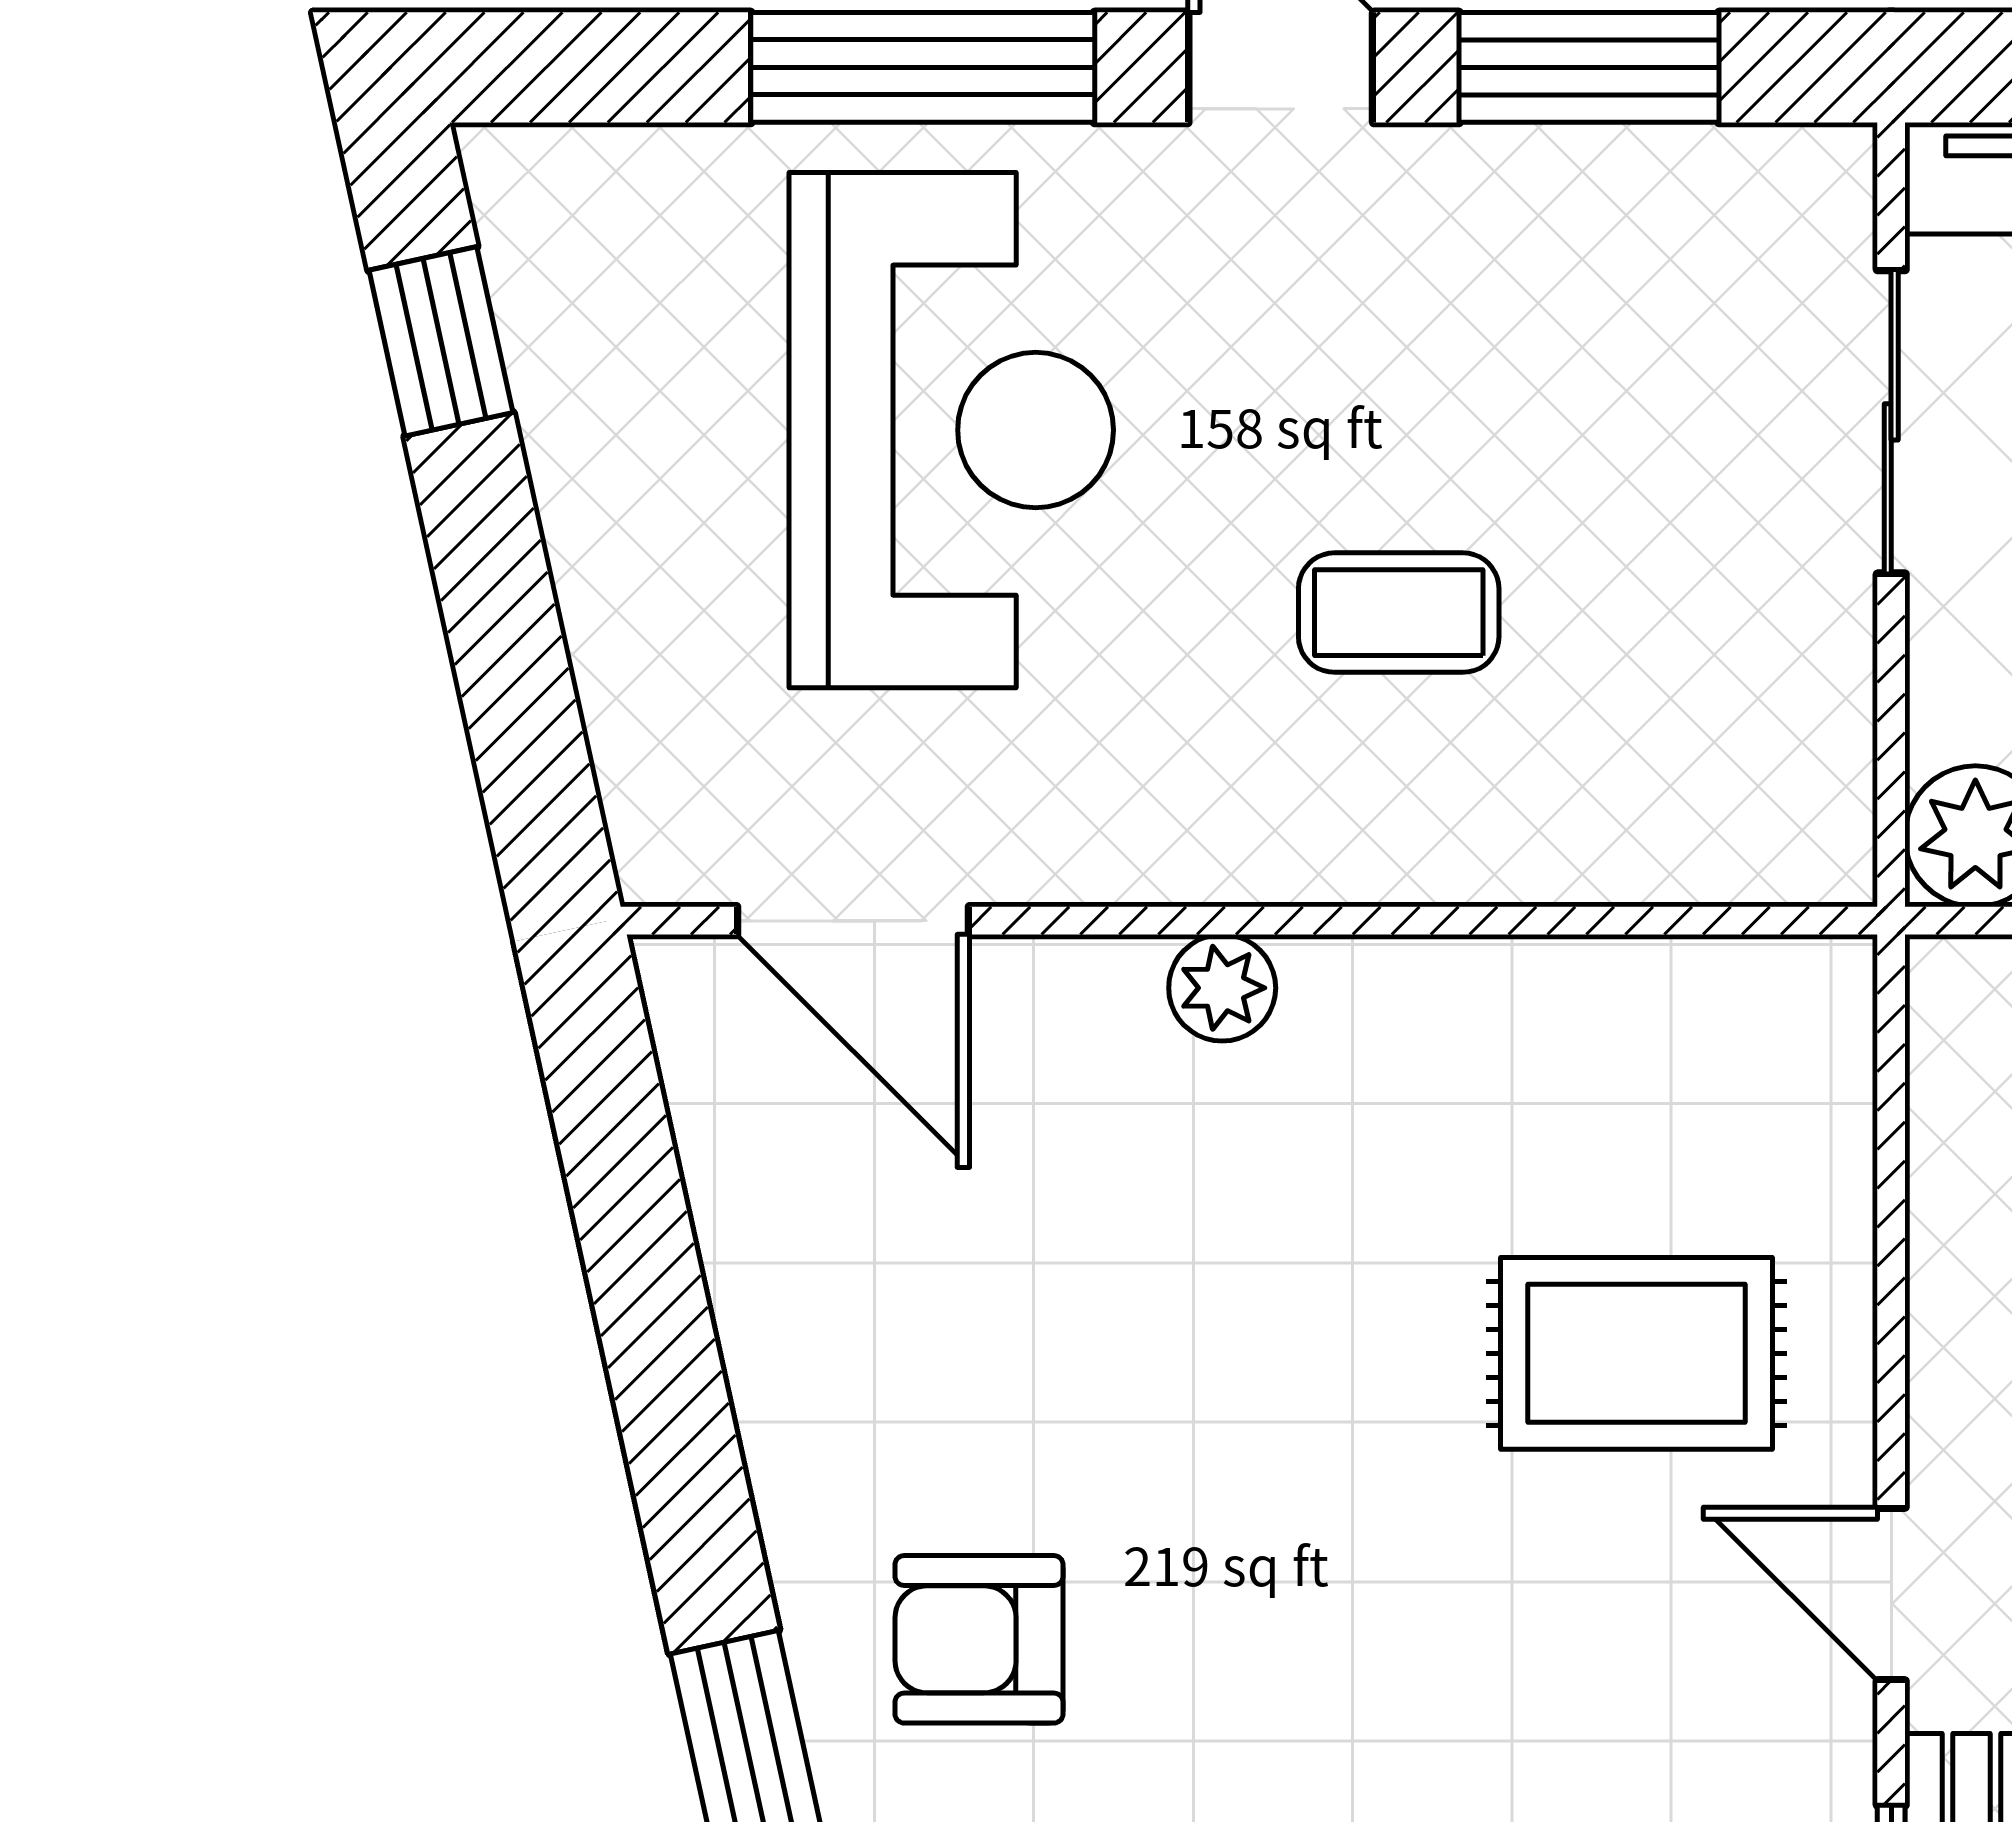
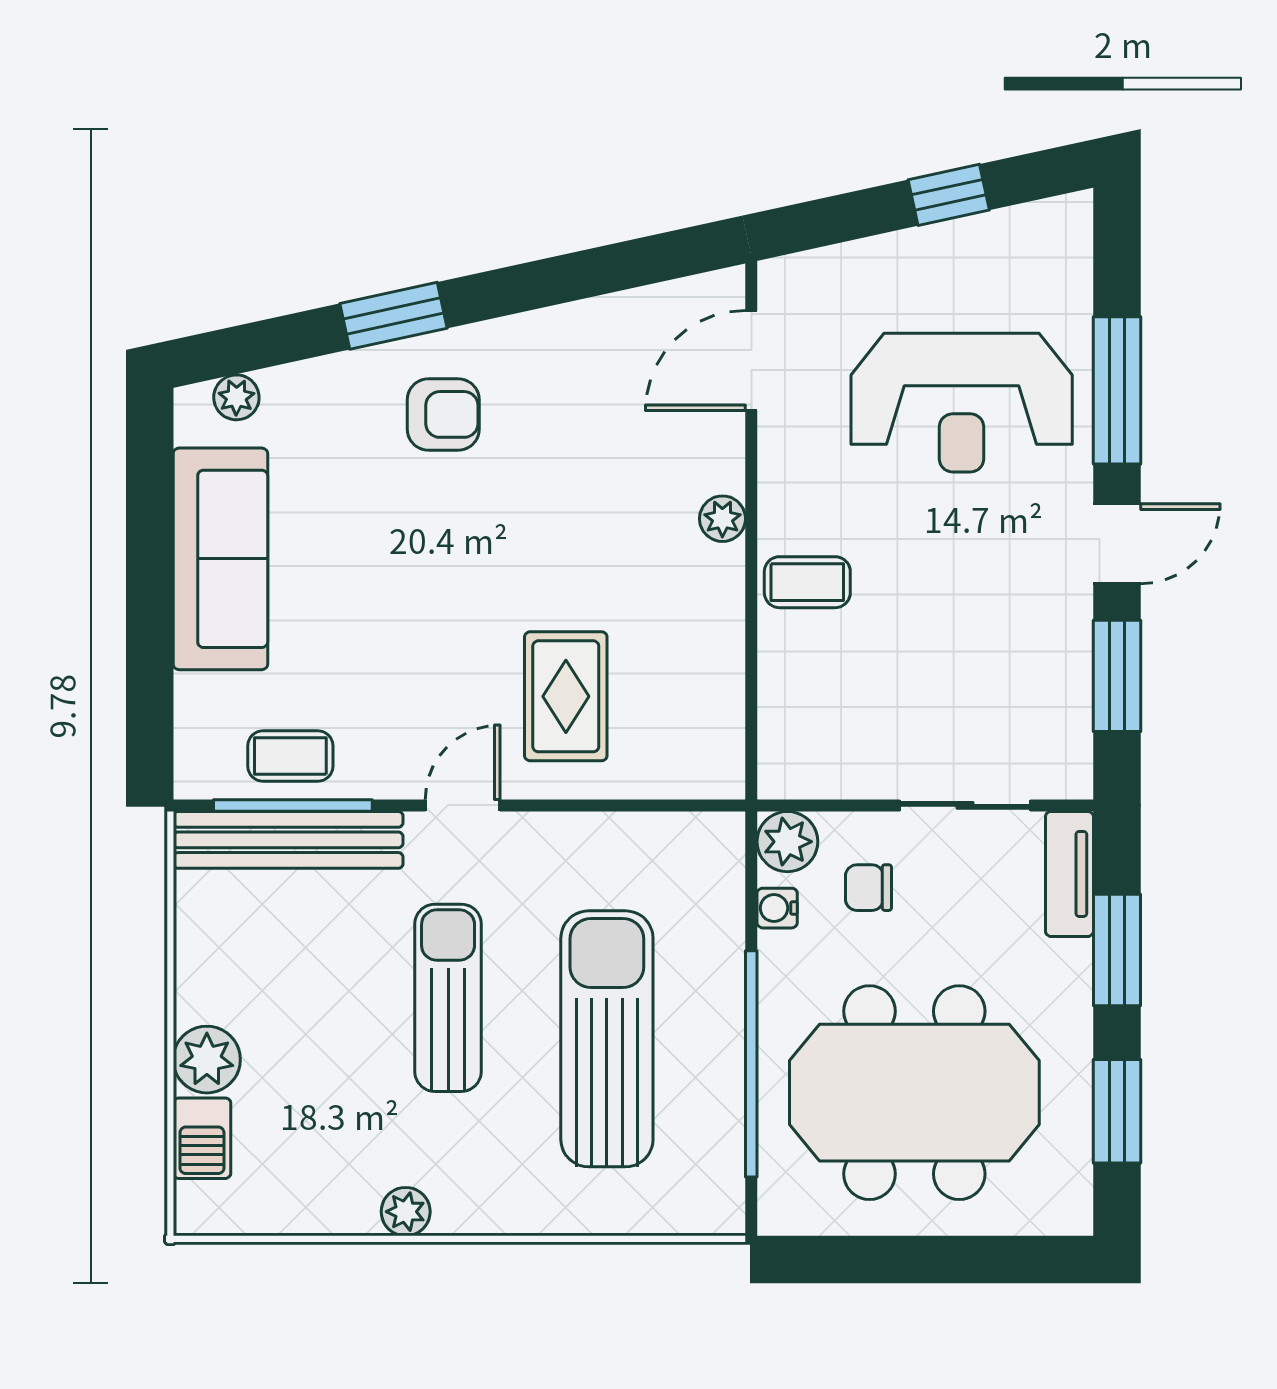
window: (441, 341) -> (949, 195), moved
coffee table: (1399, 613) -> (807, 582), moved, turned 90
armchair: (979, 1639) -> (443, 414), turned 90

